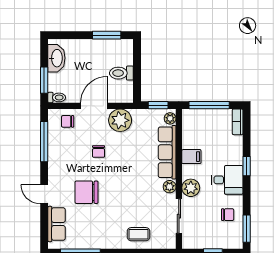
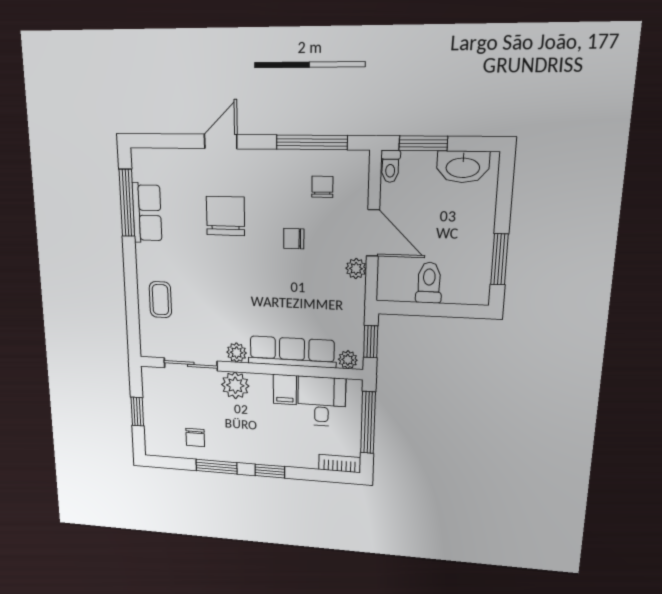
plant: (120, 120) -> (356, 269), width x0.53, depth x0.53
chair: (68, 121) -> (322, 187), moved
desk: (227, 180) -> (322, 401), moved, turned 180
row of seats: (57, 224) -> (147, 213), moved, turned -90
window: (247, 229) -> (217, 467), moved

